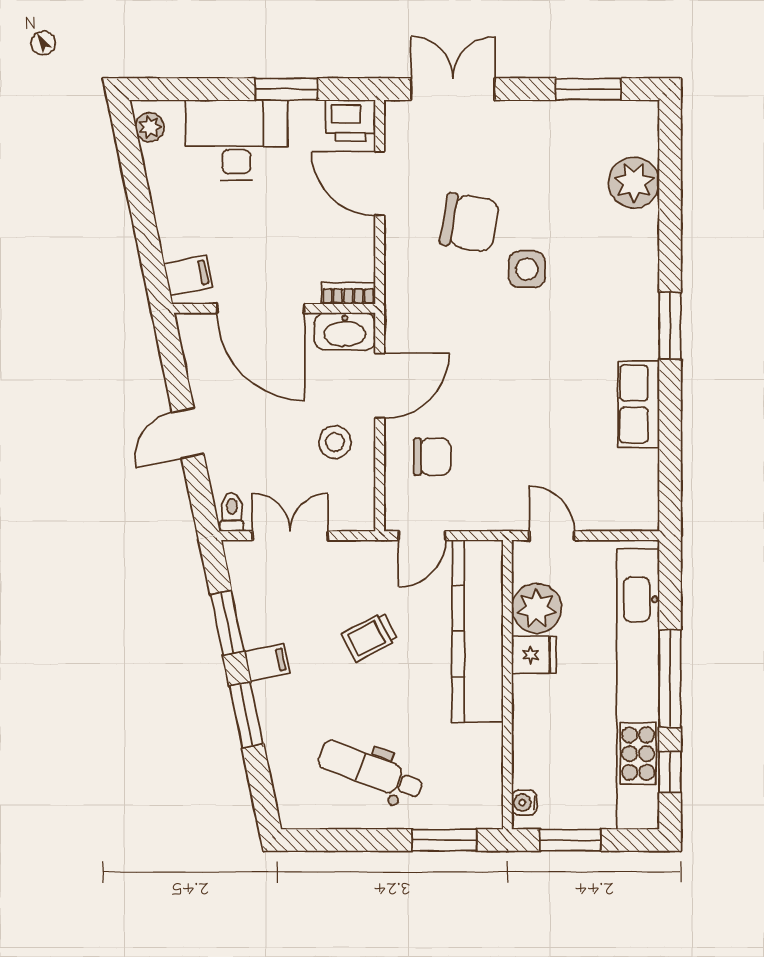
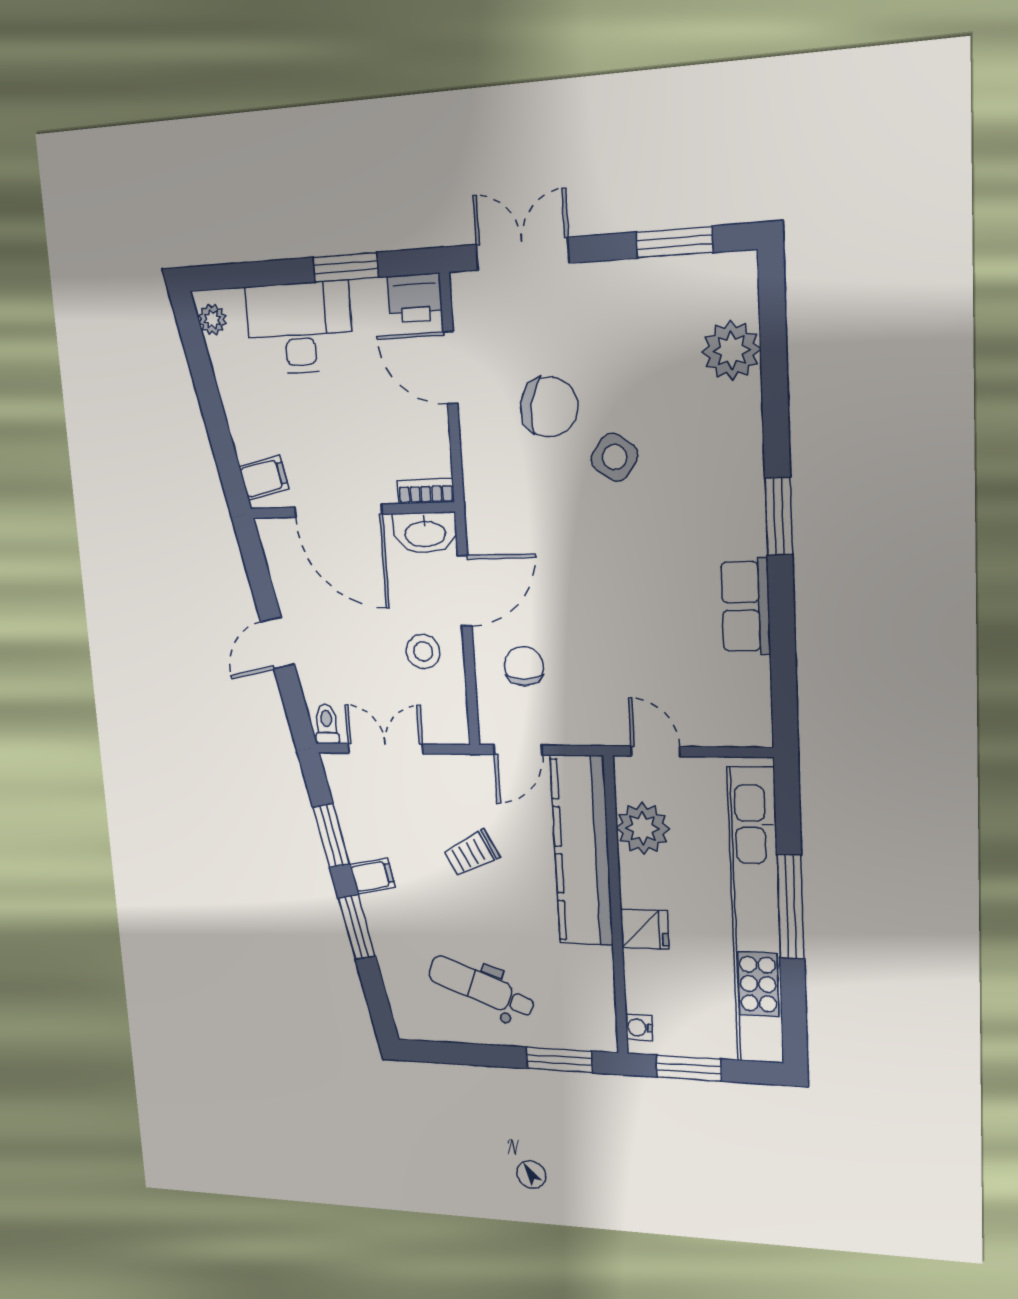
side table: (527, 269) -> (615, 457), turned 36
chair: (432, 457) -> (524, 666), turned -90
fridge: (534, 655) -> (645, 929), moved
window: (670, 772) -> (794, 1005), removed

